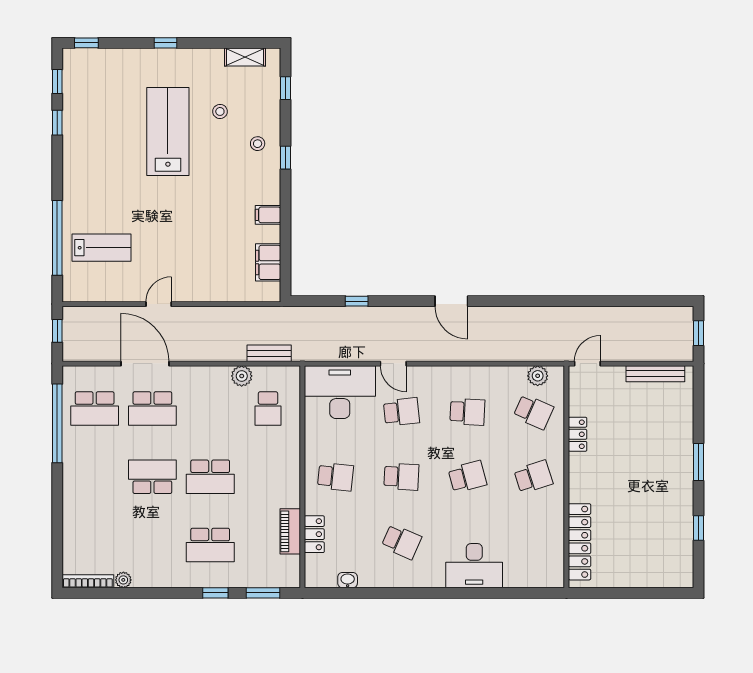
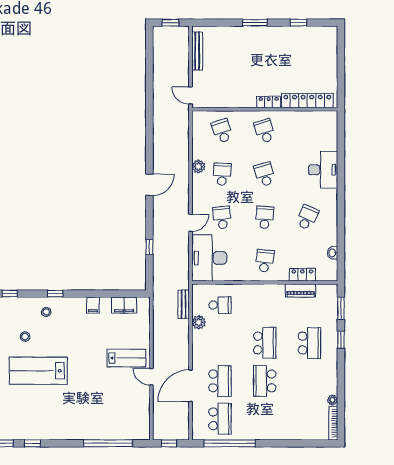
lab bench: (101, 248) -> (126, 358), moved, turned 90
plant: (538, 376) -> (198, 166), moved
school desk: (533, 412) -> (222, 131), turned -42
locker: (578, 434) -> (269, 102), moved

